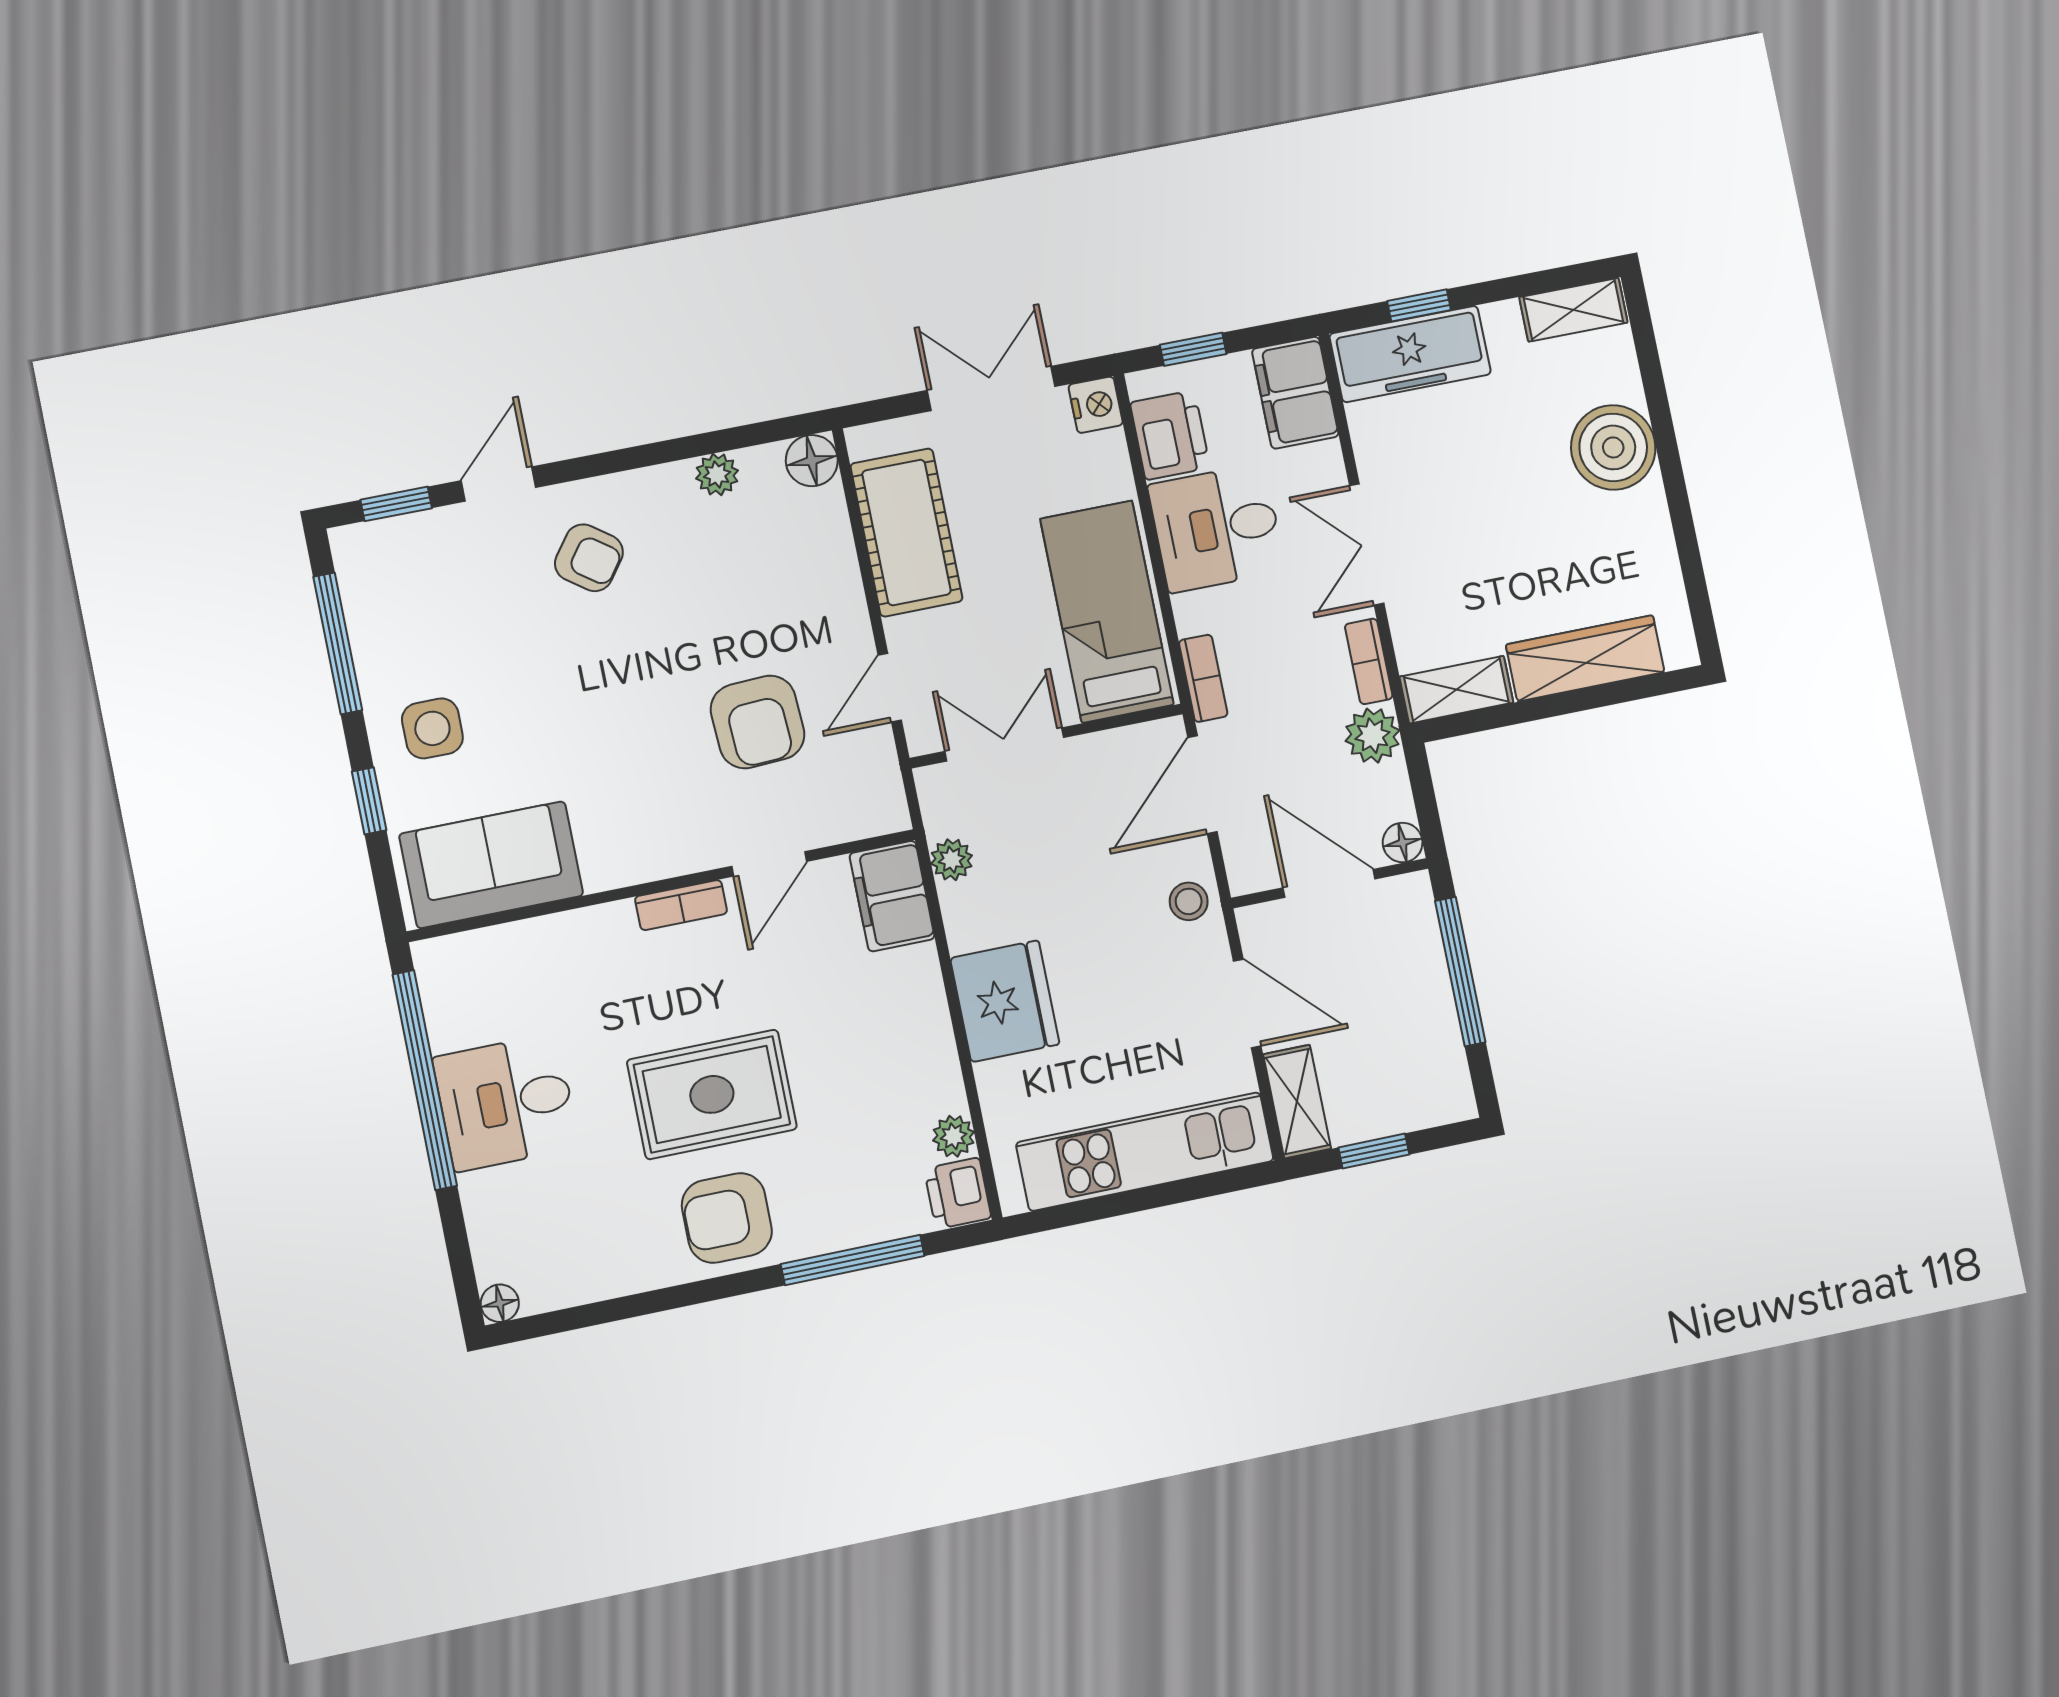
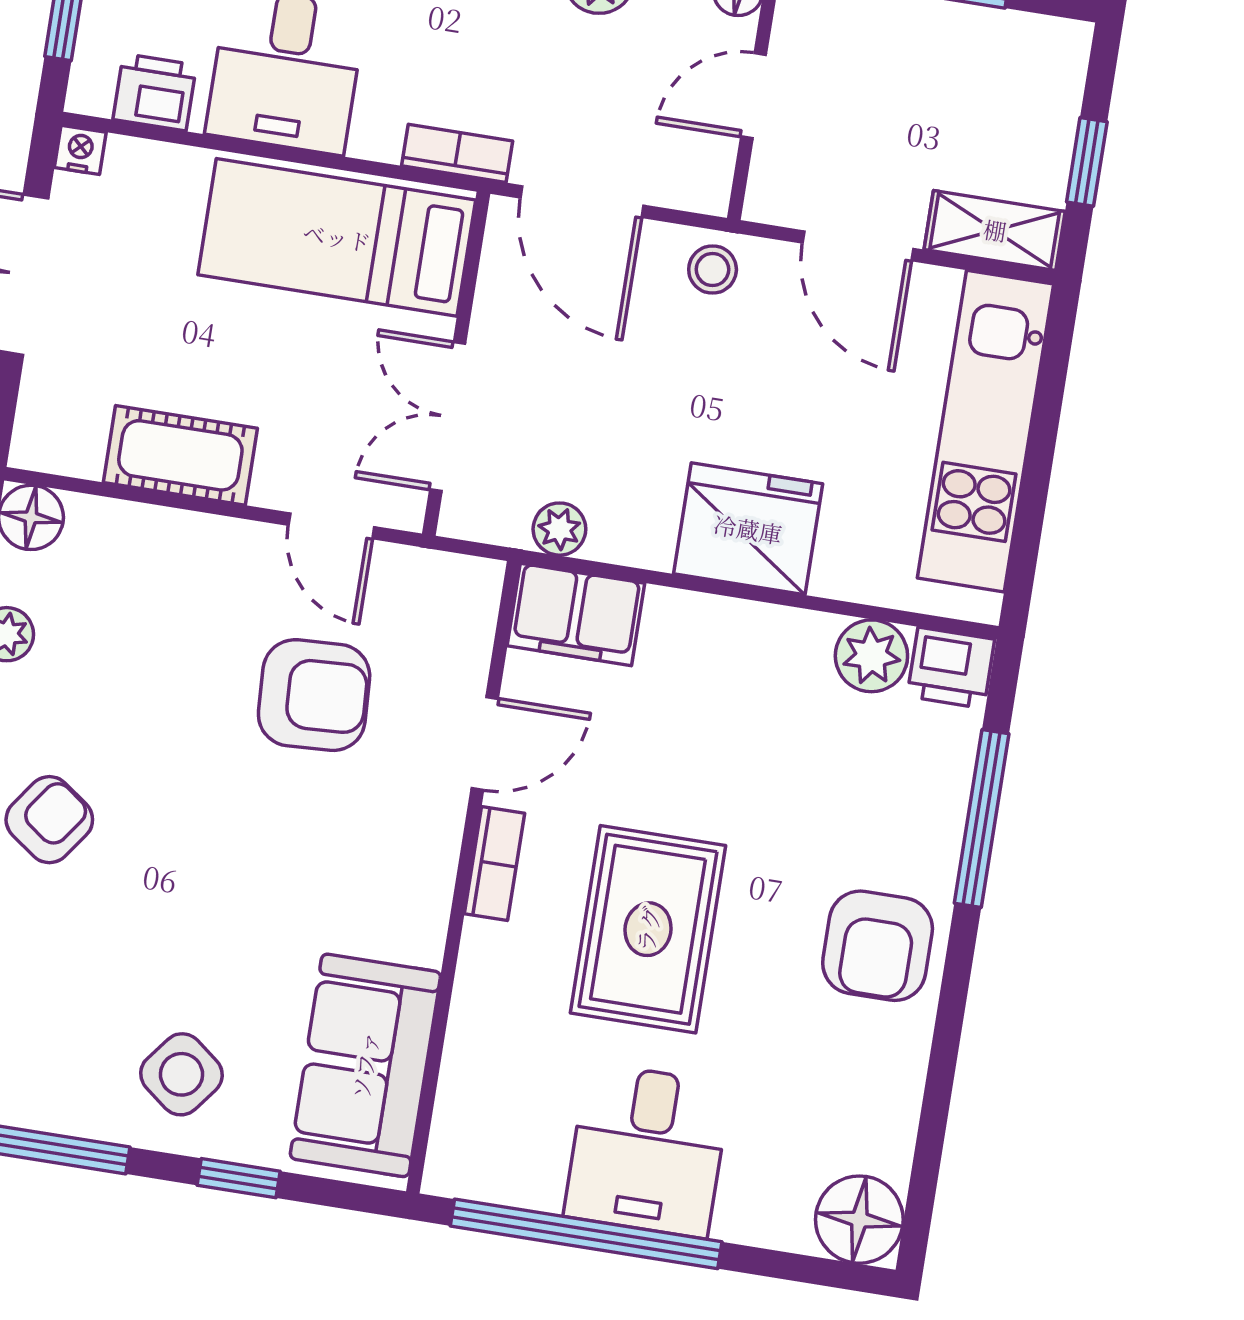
nightstand: (1096, 405) -> (80, 150), width x0.72, depth x0.74
printer: (1170, 435) -> (155, 92), width x0.73, depth x0.81
cot: (906, 532) -> (180, 455), width x0.73, depth x0.75
side table: (432, 728) -> (181, 1074), turned 38
door: (769, 864) -> (485, 743), hinge flipped
door: (1329, 883) -> (754, 96), width x0.73
door: (1247, 1003) -> (858, 246), swing flipped
rug: (712, 1094) -> (648, 929), moved
plant: (954, 1136) -> (871, 656), width x1.38, depth x1.38
floor lamp: (500, 1303) -> (859, 1220), width x1.89, depth x1.89

